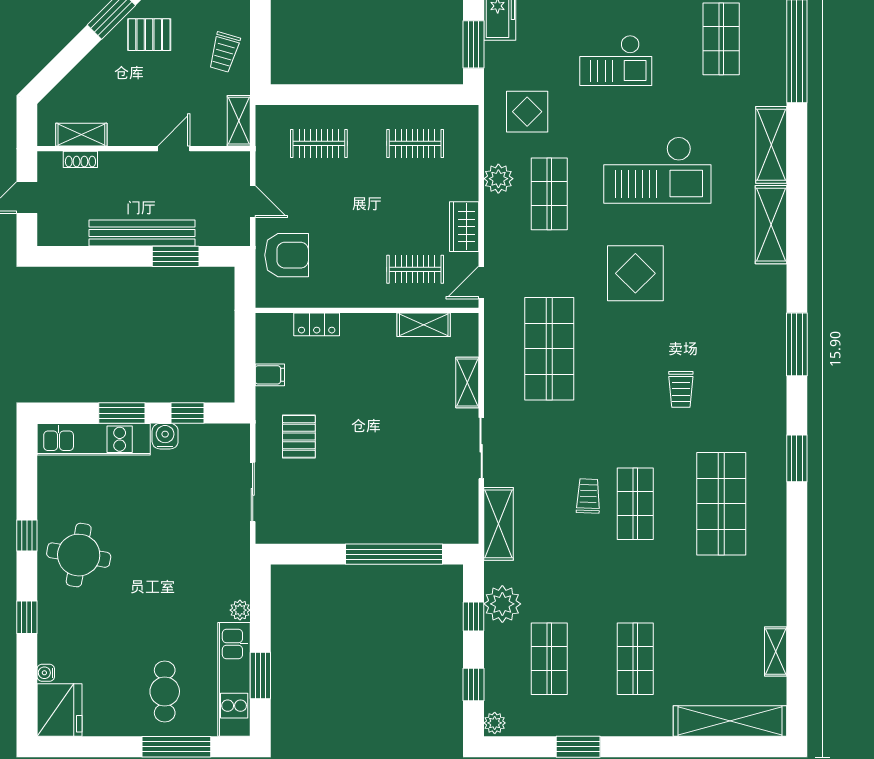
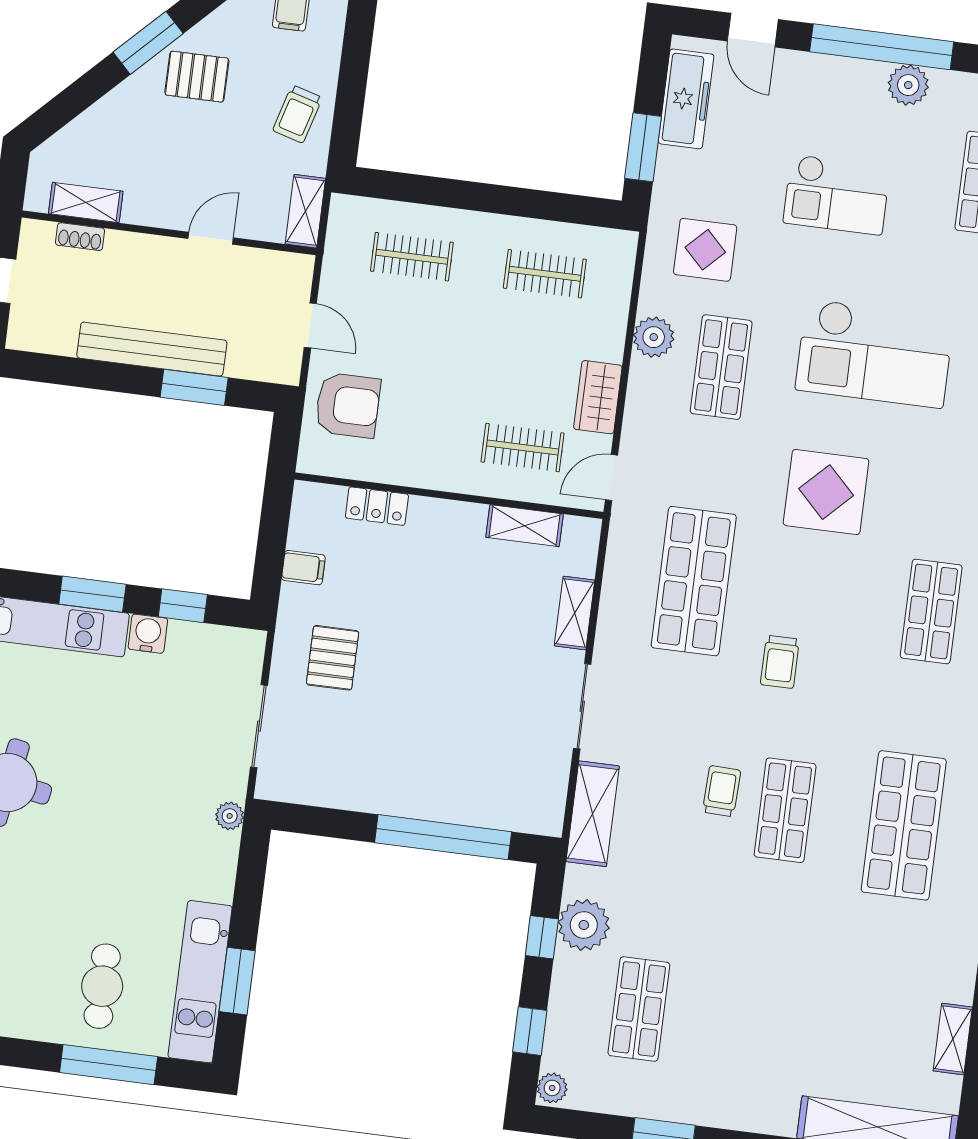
trolley: (681, 389) -> (780, 662), moved
plant: (240, 610) -> (230, 816), moved
shop shelf: (635, 659) -> (931, 611), moved

